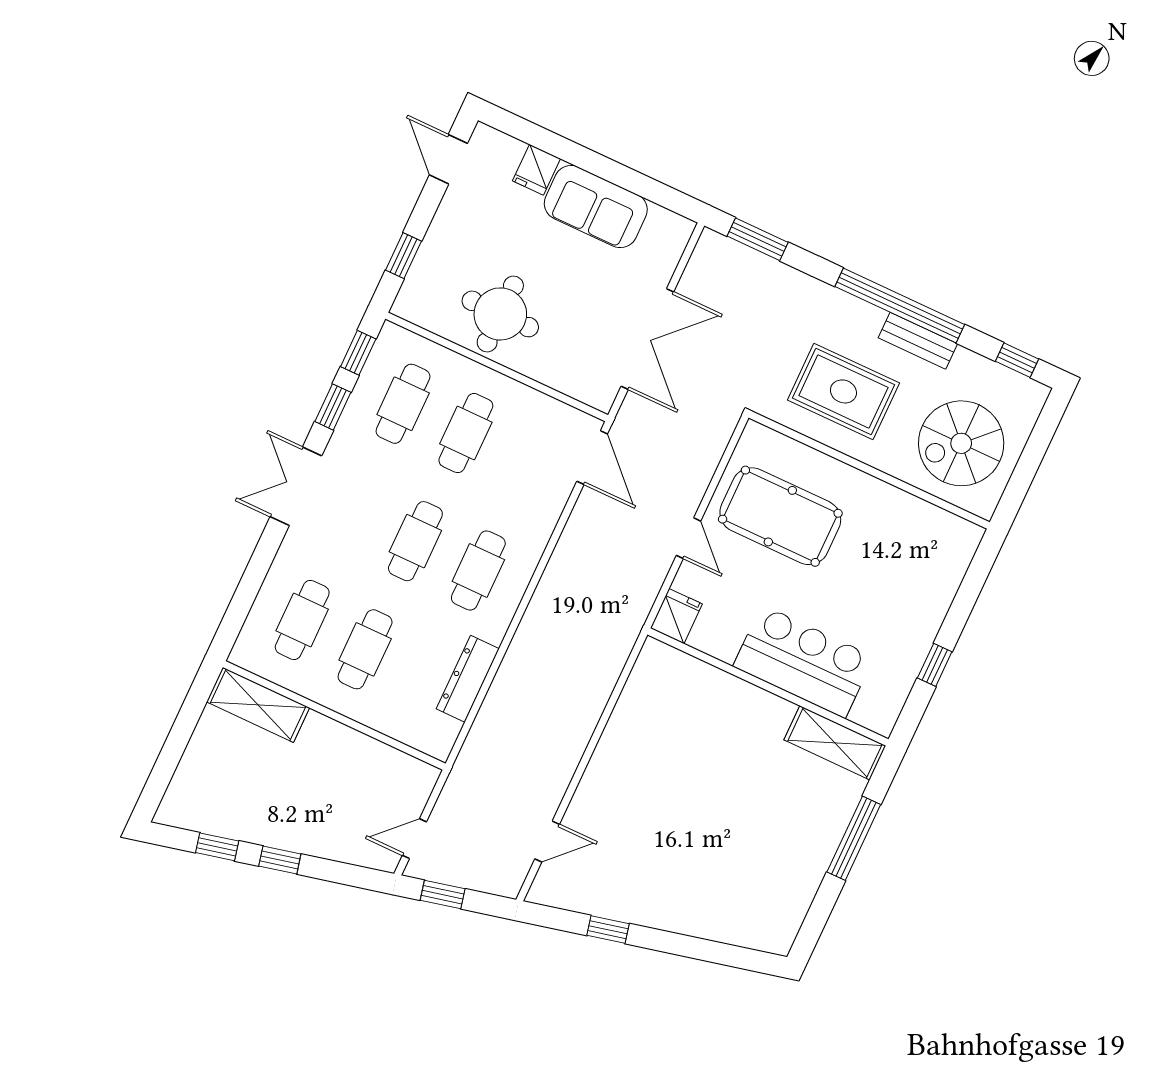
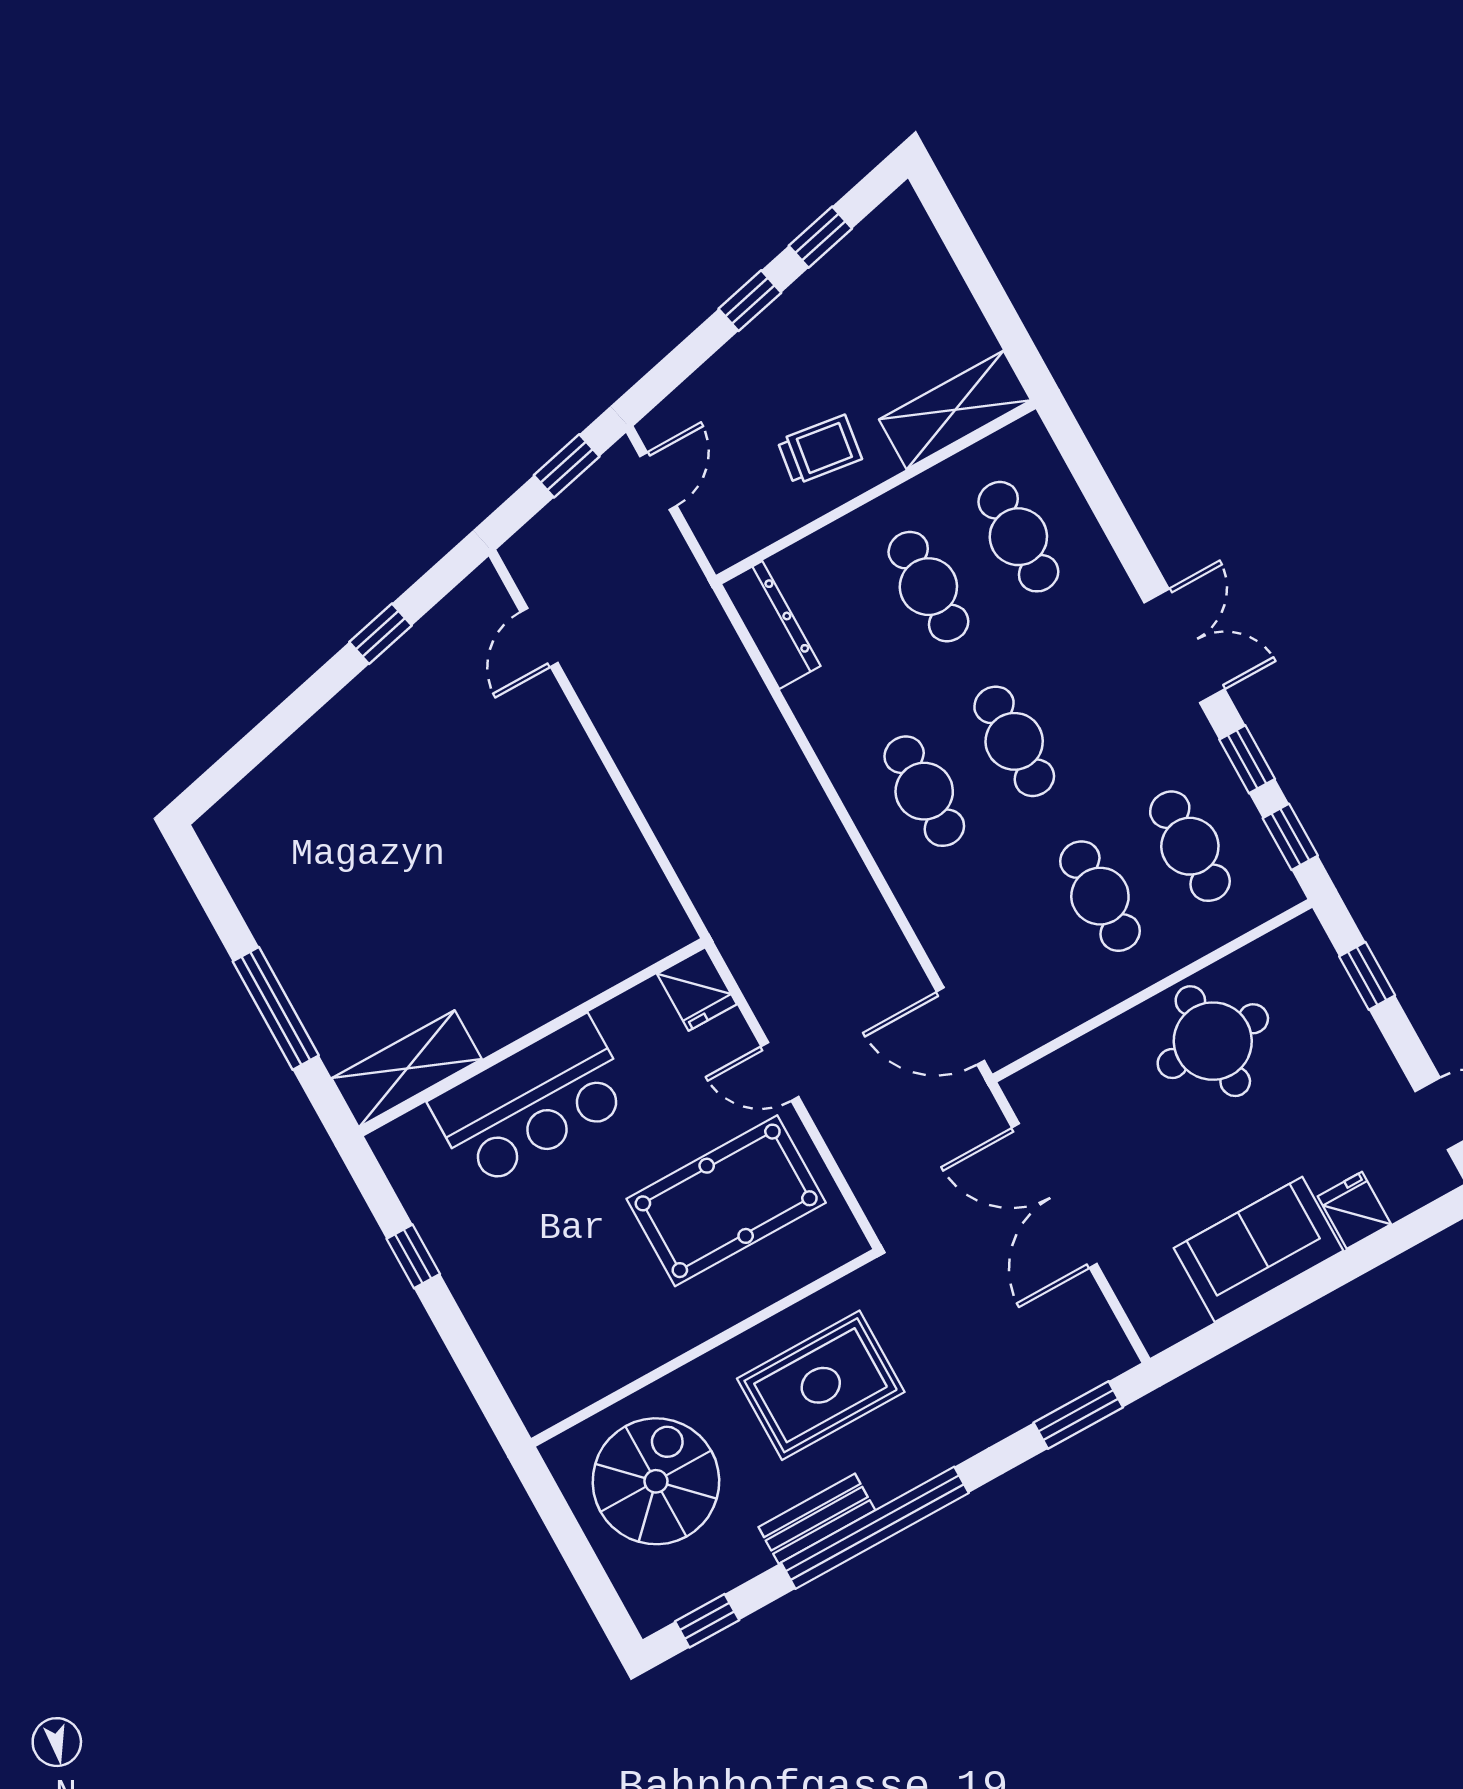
dresser: (468, 679) -> (771, 625), moved
trolley: (334, 763) -> (820, 450), added

